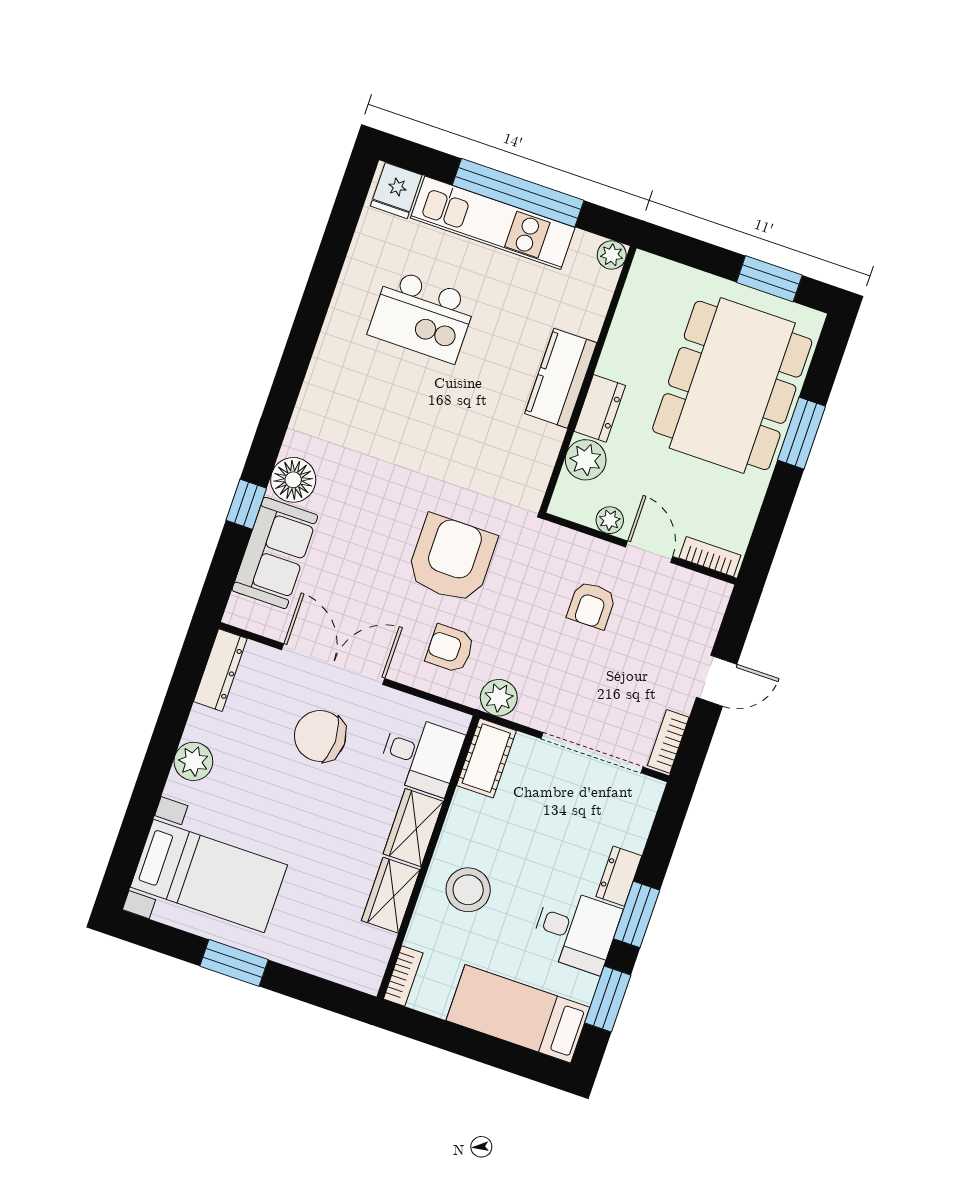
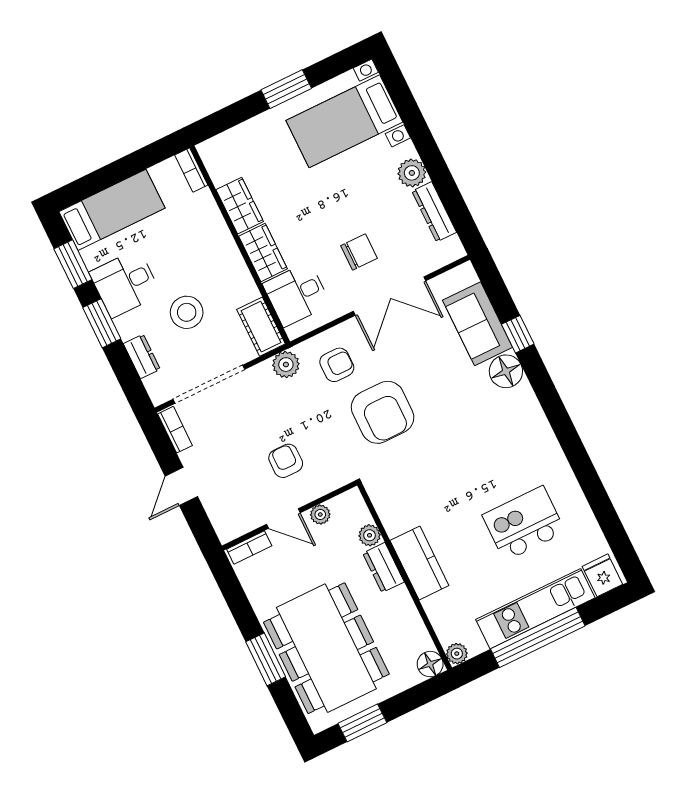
floor lamp: (647, 271) -> (430, 664), added
plant: (586, 460) -> (370, 535), width x0.73, depth x0.73
dresser: (220, 670) -> (434, 212), moved
chair: (320, 736) -> (359, 252), width x0.73, depth x0.73
dresser: (619, 876) -> (142, 356), moved
stool: (468, 890) -> (187, 312), moved

